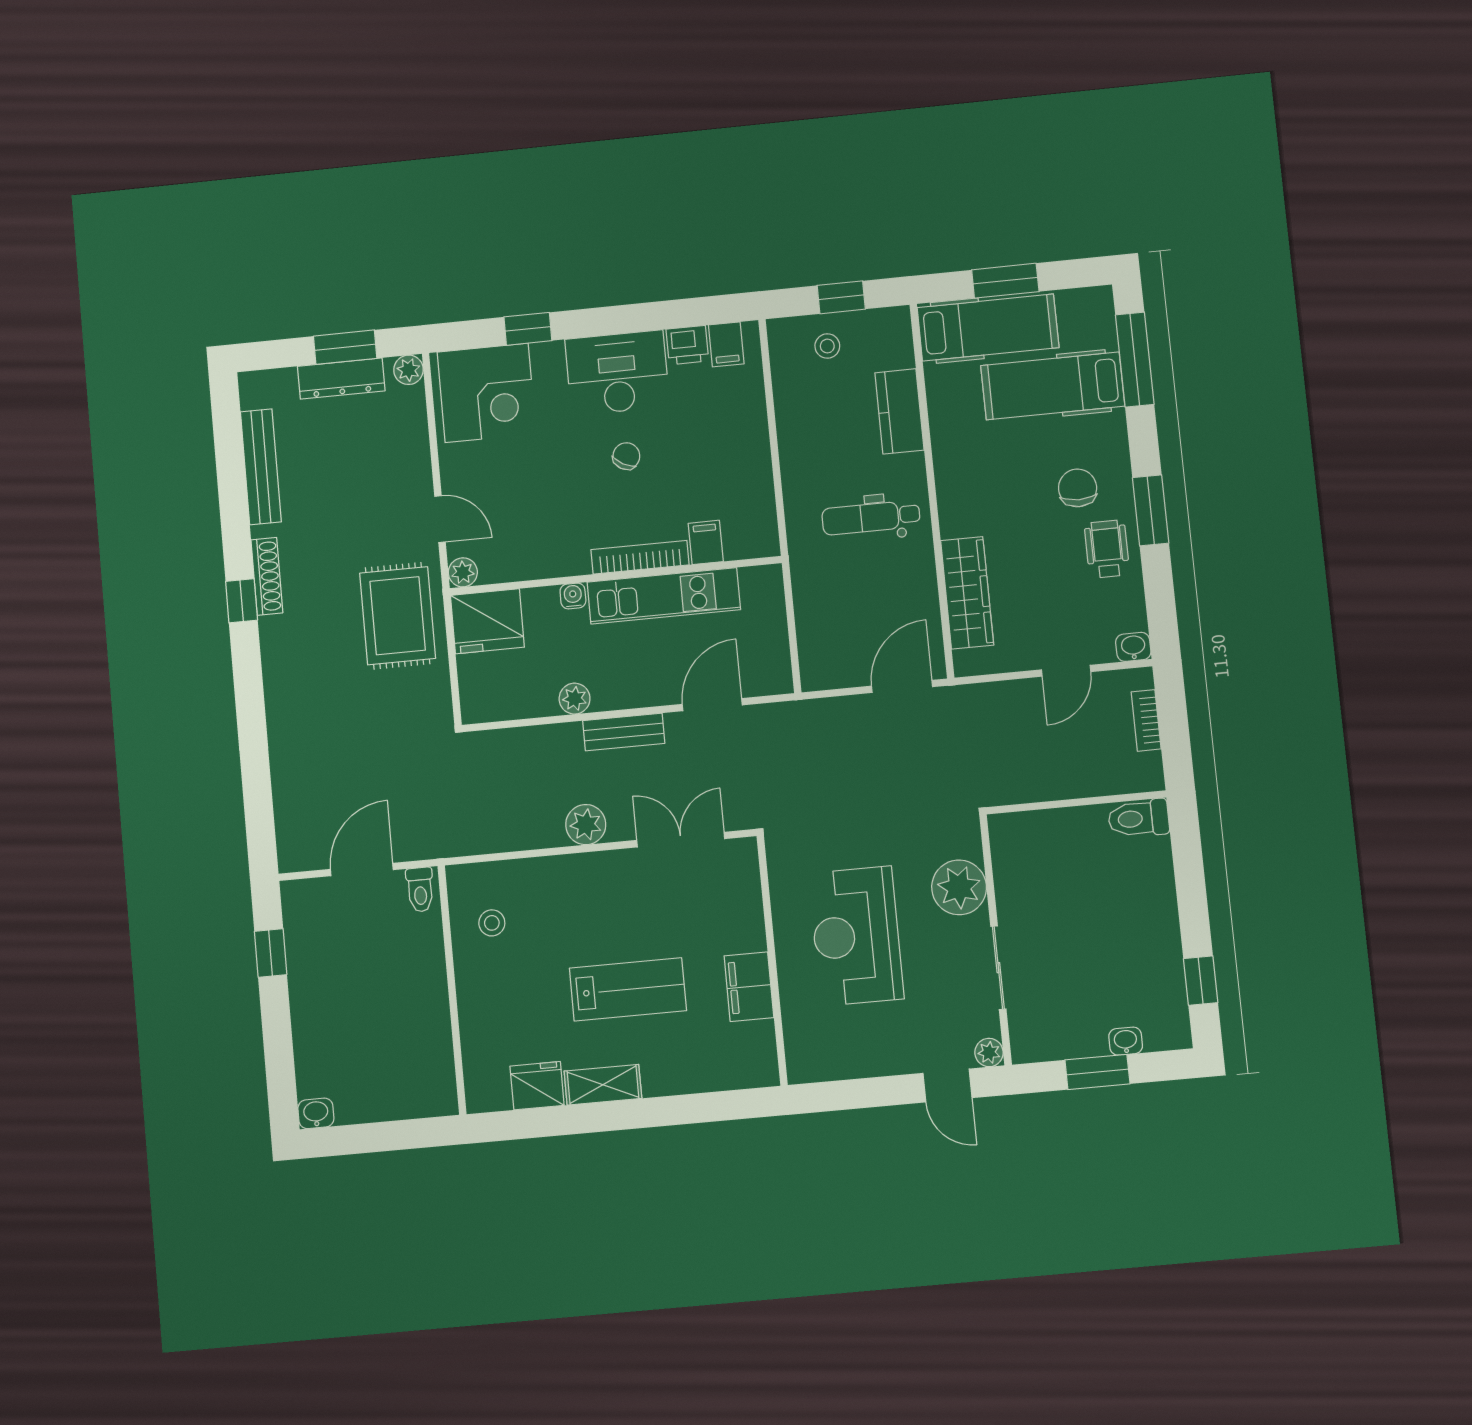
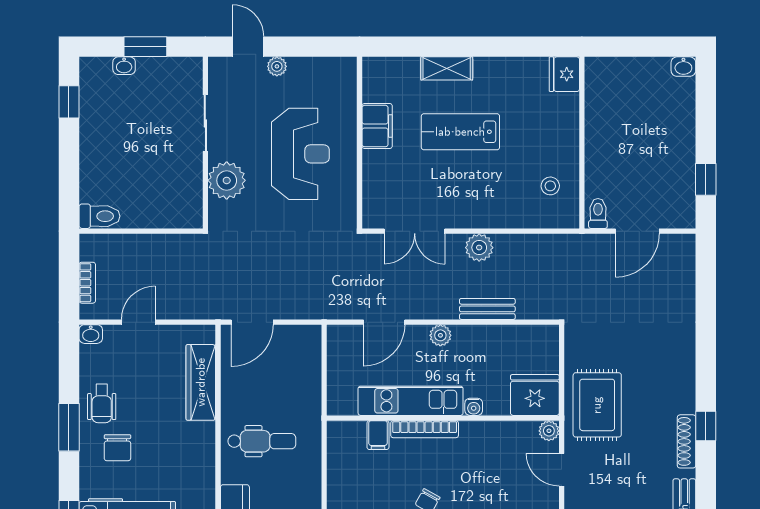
plant: (575, 699) -> (440, 335), moved
bench: (624, 732) -> (487, 309), moved
plant: (989, 1053) -> (277, 66), moved
shelving: (603, 1085) -> (447, 68), moved
fridge: (537, 1086) -> (564, 74), moved, turned 90

